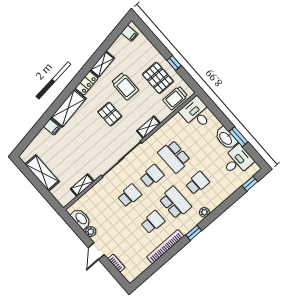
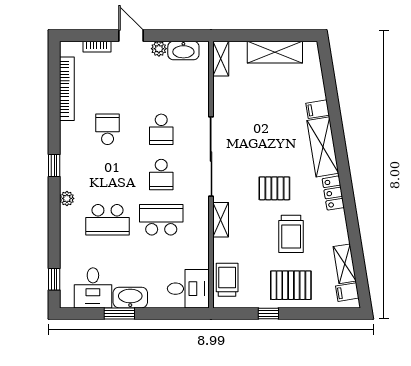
shelving: (102, 64) -> (345, 264), moved
pallet: (158, 78) -> (291, 285), moved
trolley: (125, 86) -> (291, 234), turned -90
school desk: (197, 183) -> (108, 220), width x1.85
shelving: (82, 185) -> (221, 59), moved
school desk: (175, 203) -> (108, 175), removed
school desk: (153, 222) -> (108, 129), turned 180
bookcase: (165, 247) -> (67, 89), moved

